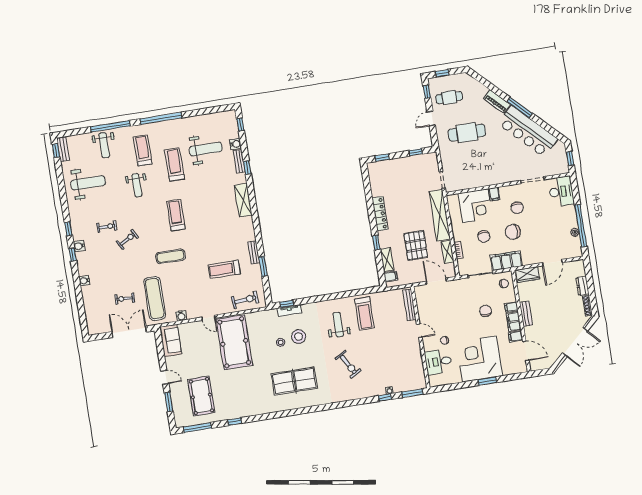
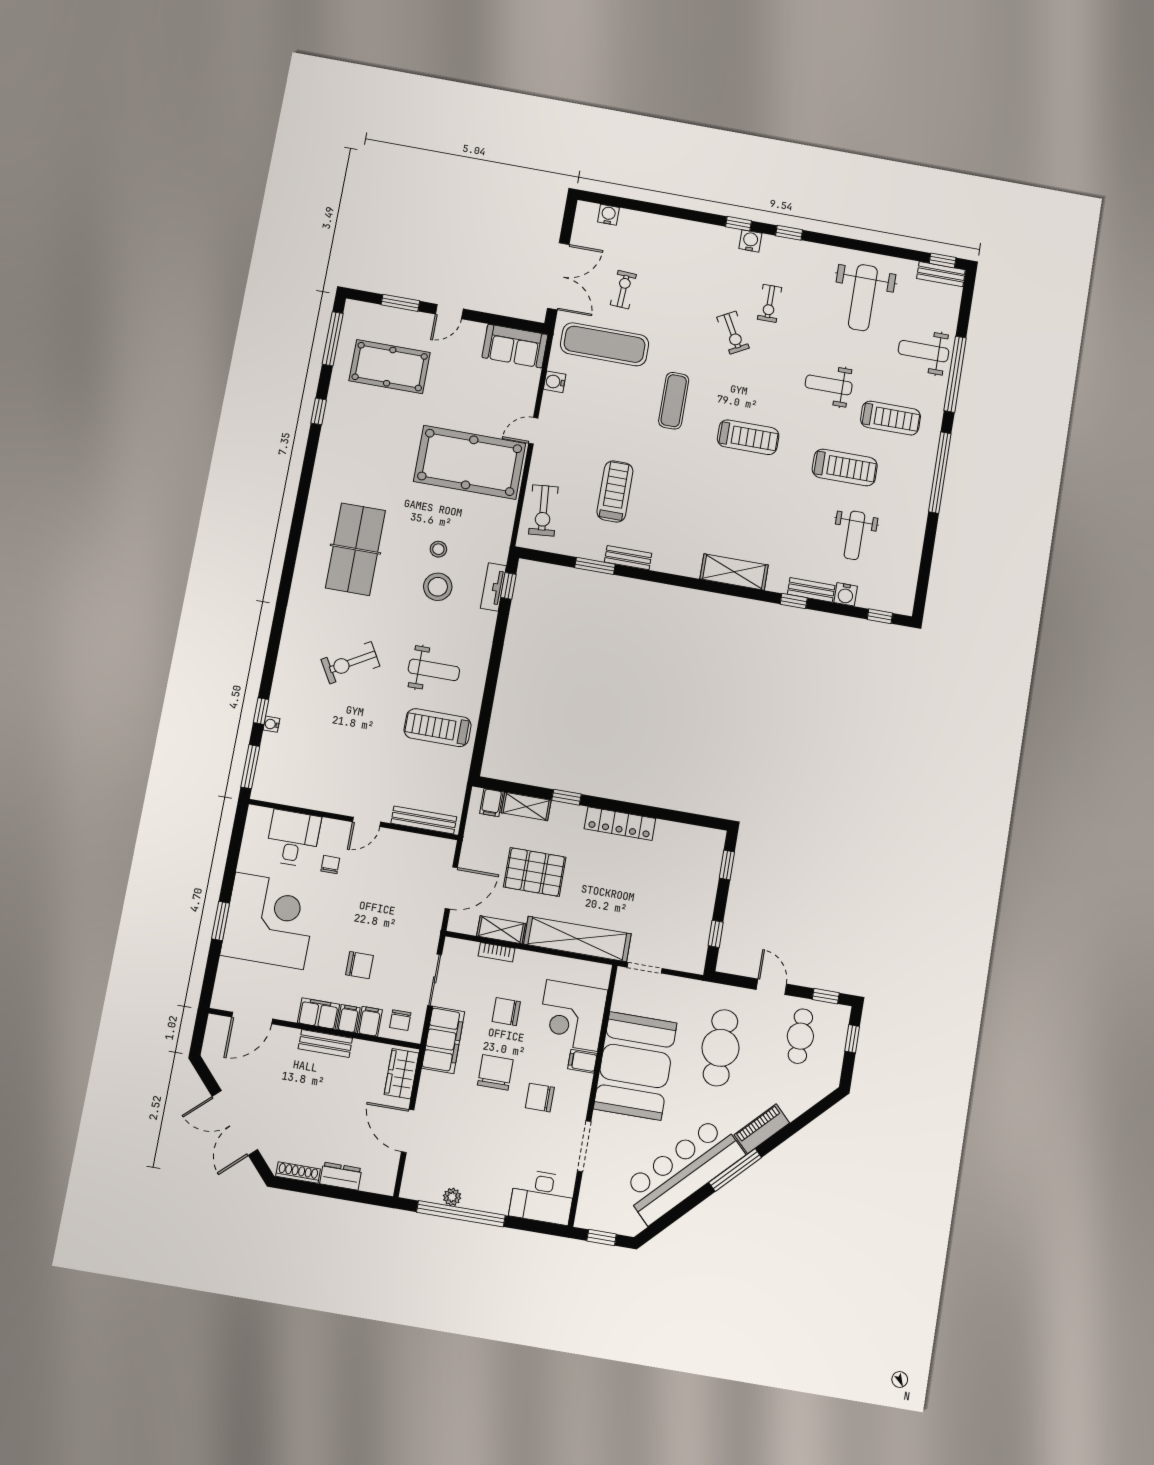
weight bench: (206, 149) -> (854, 535), width x0.73, depth x0.75
booth: (488, 169) -> (635, 1066), added
water cooler: (84, 281) -> (608, 215), moved
filing cabinet: (516, 336) -> (370, 1021), moved

